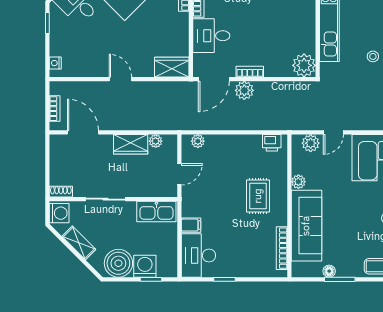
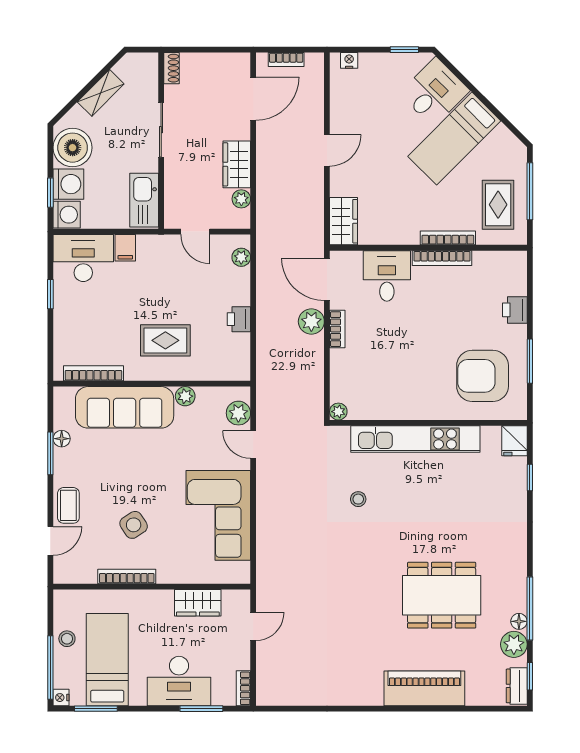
plant: (304, 65) -> (338, 412), width x0.53, depth x0.53
printer: (272, 143) -> (239, 319), moved
washing machine: (59, 213) -> (67, 215), moved, turned -90

